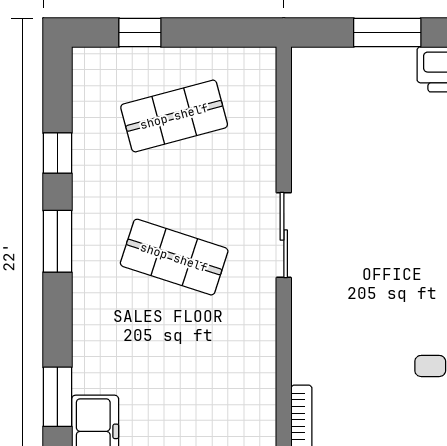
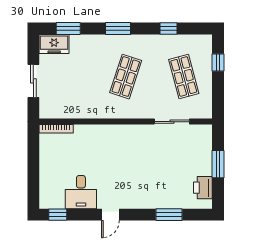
sliding door: (284, 235) -> (172, 122), moved
window: (57, 241) -> (118, 29), moved

